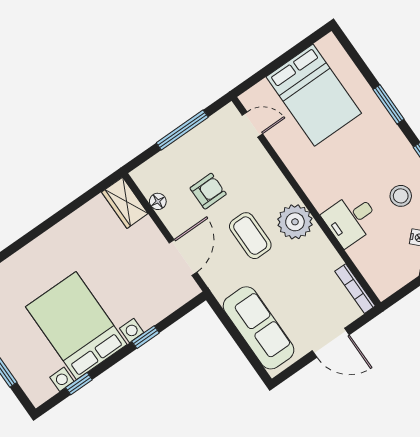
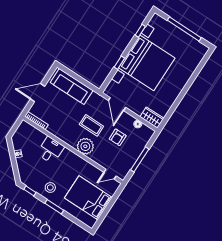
stool: (401, 196) -> (50, 188), moved
plant: (295, 222) -> (85, 146), moved
bed with nightstands: (76, 326) -> (147, 63), width x1.36

